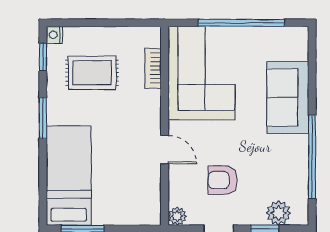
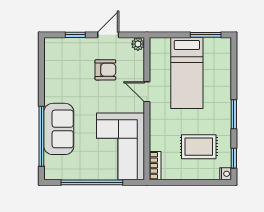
bookcase: (153, 68) -> (155, 166), moved
window: (312, 157) -> (41, 136), moved
bed: (69, 176) -> (187, 73), moved
plant: (278, 213) -> (65, 46), removed

